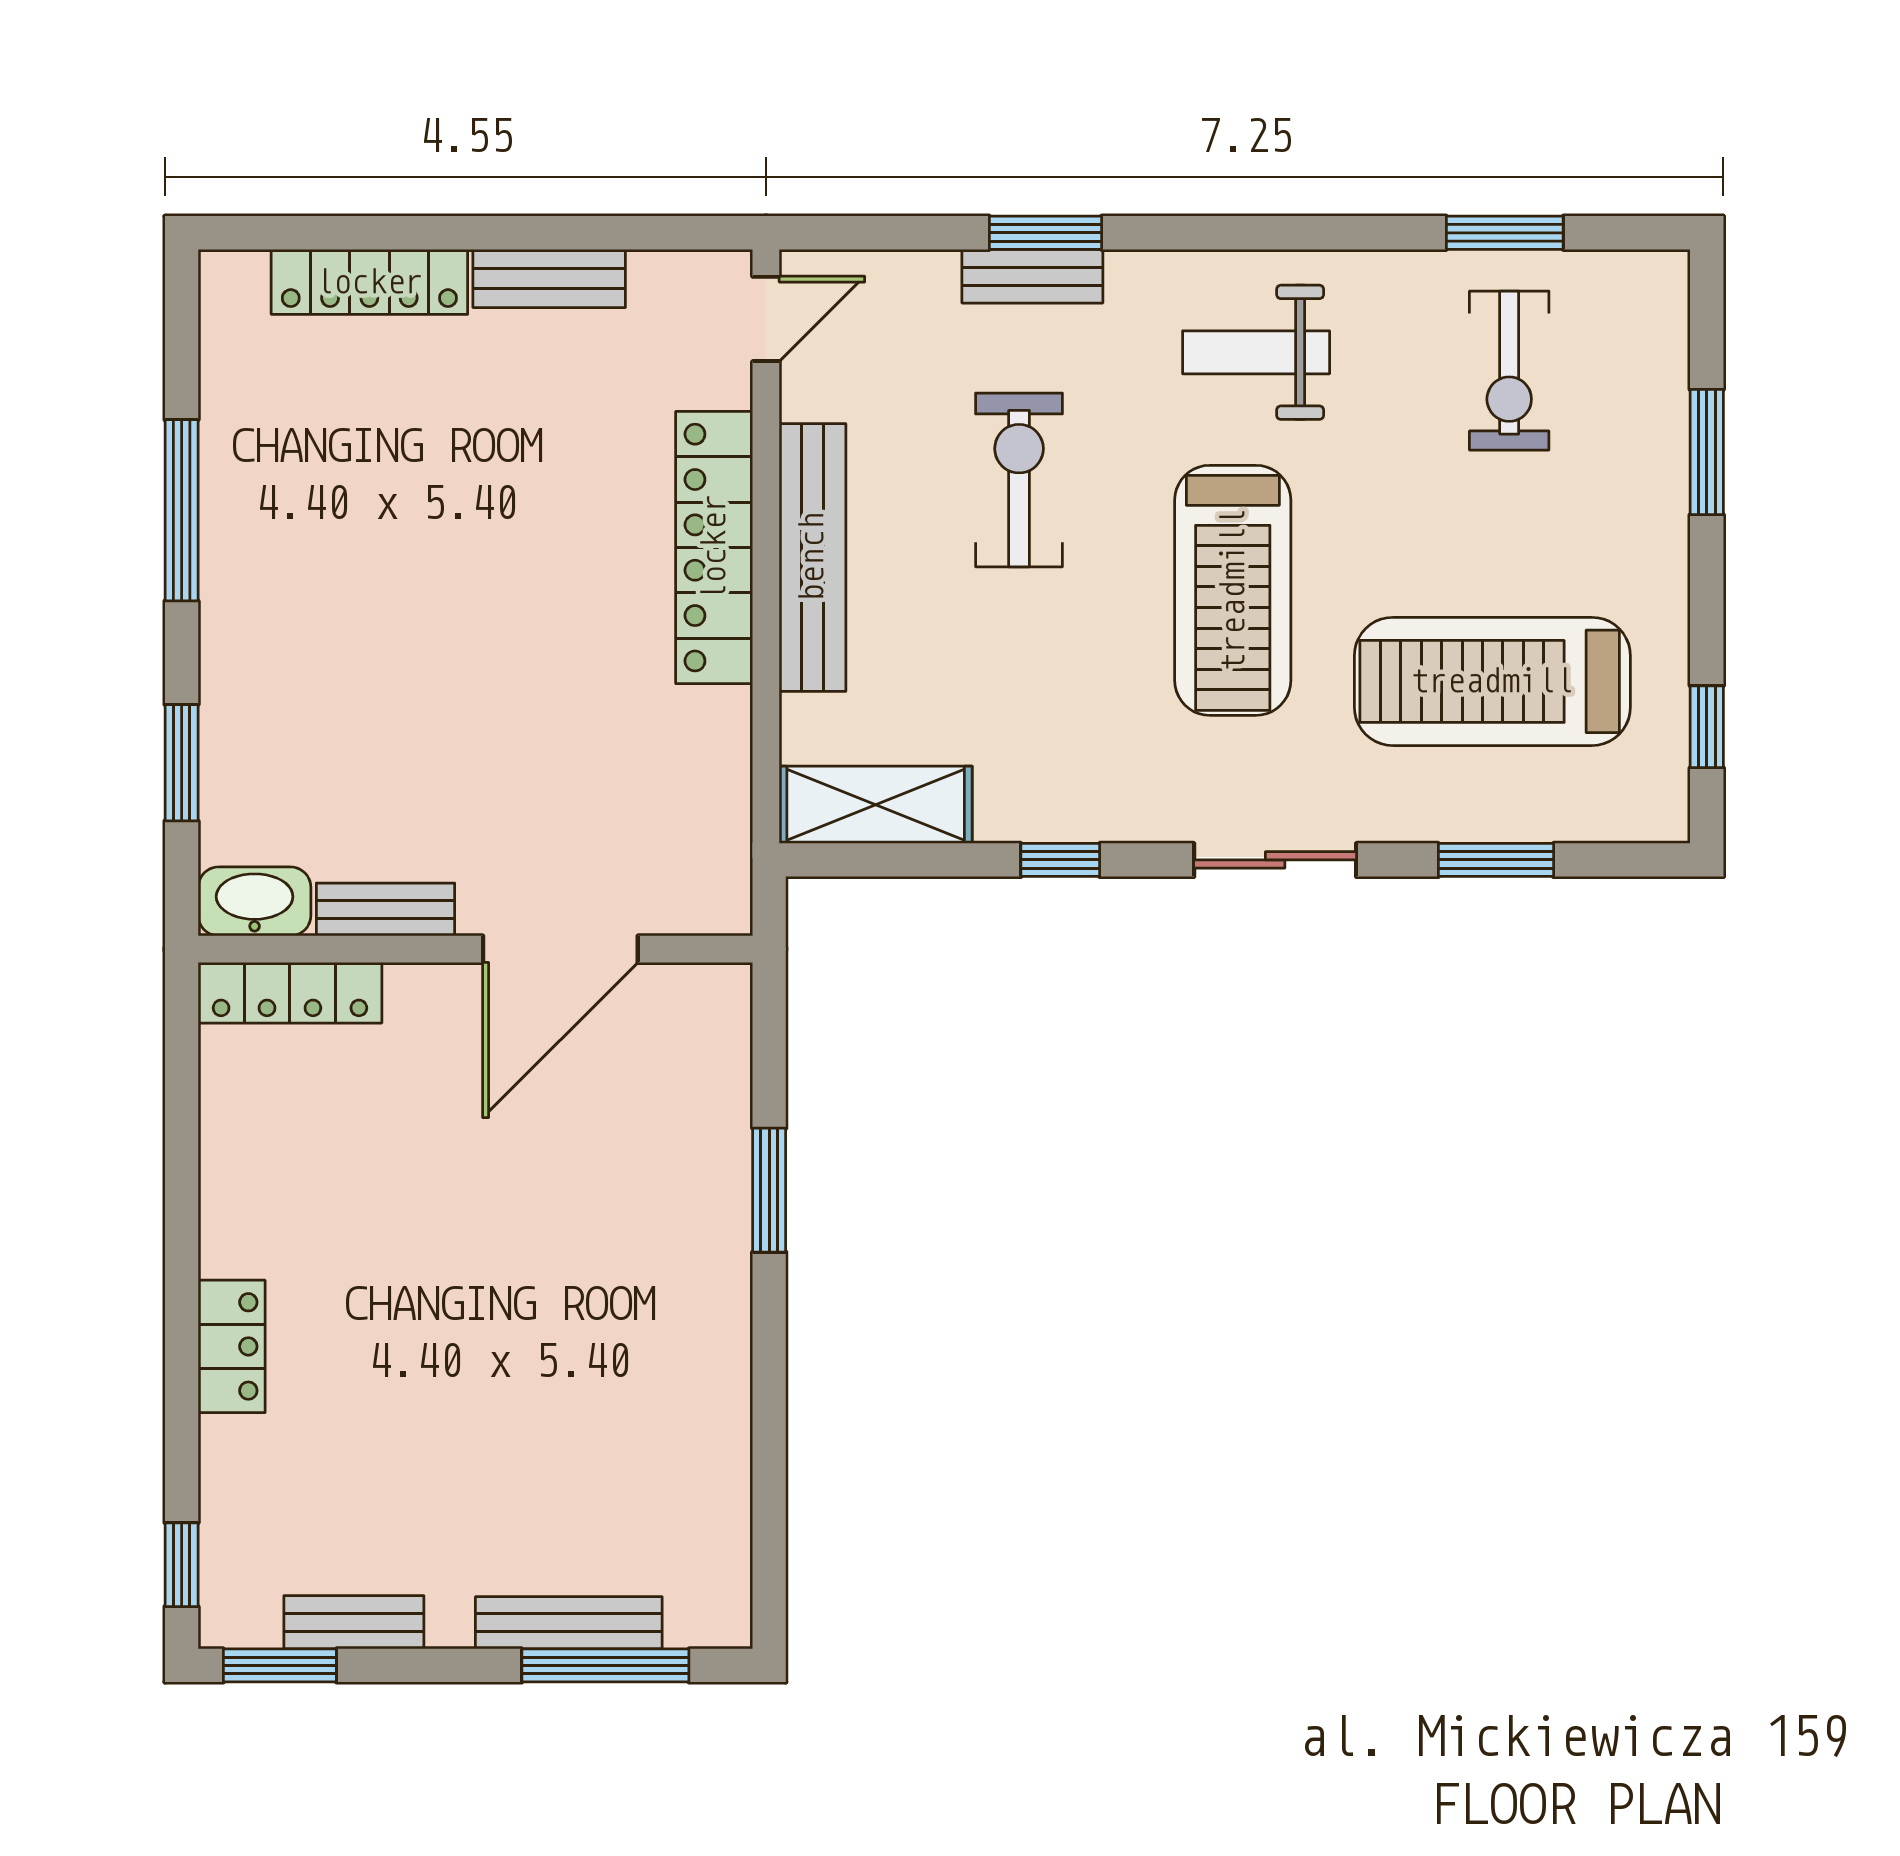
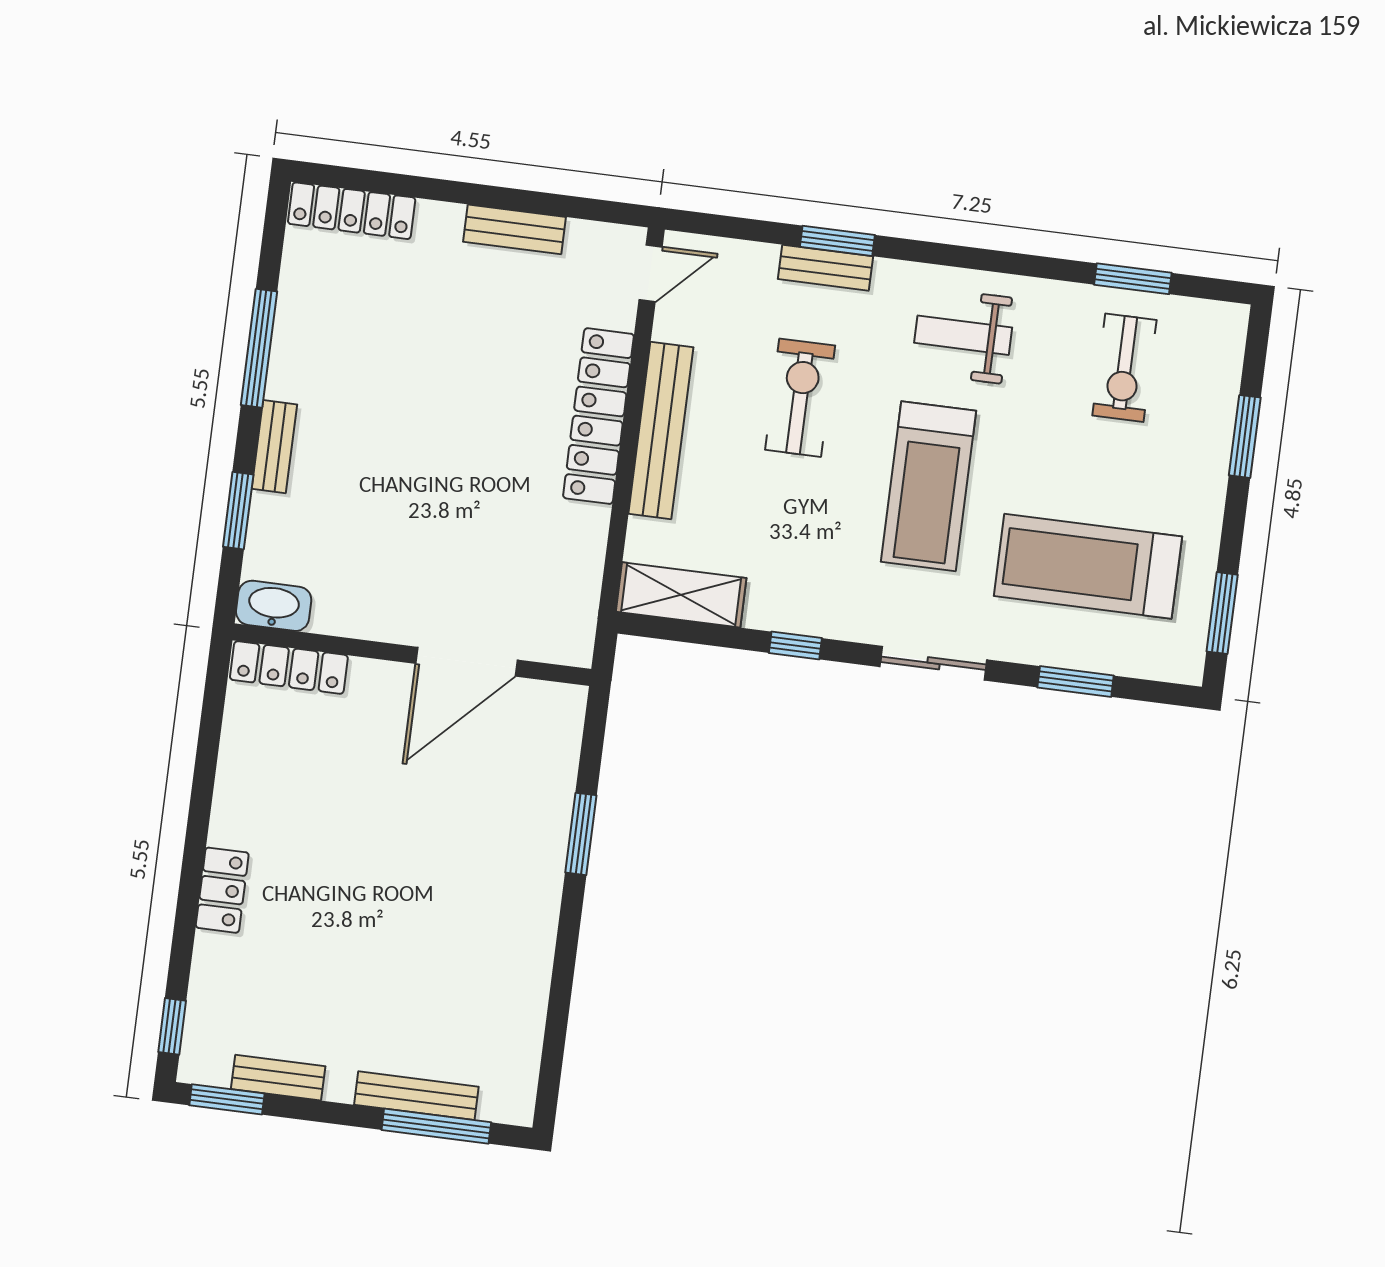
locker: (369, 282) -> (352, 211), moved
window: (1707, 727) -> (1222, 613), width x1.50
bench: (385, 909) -> (274, 447), moved, turned 90

